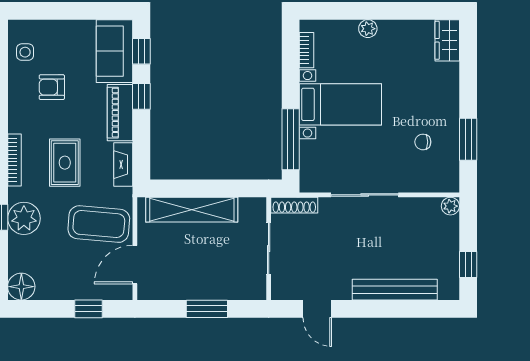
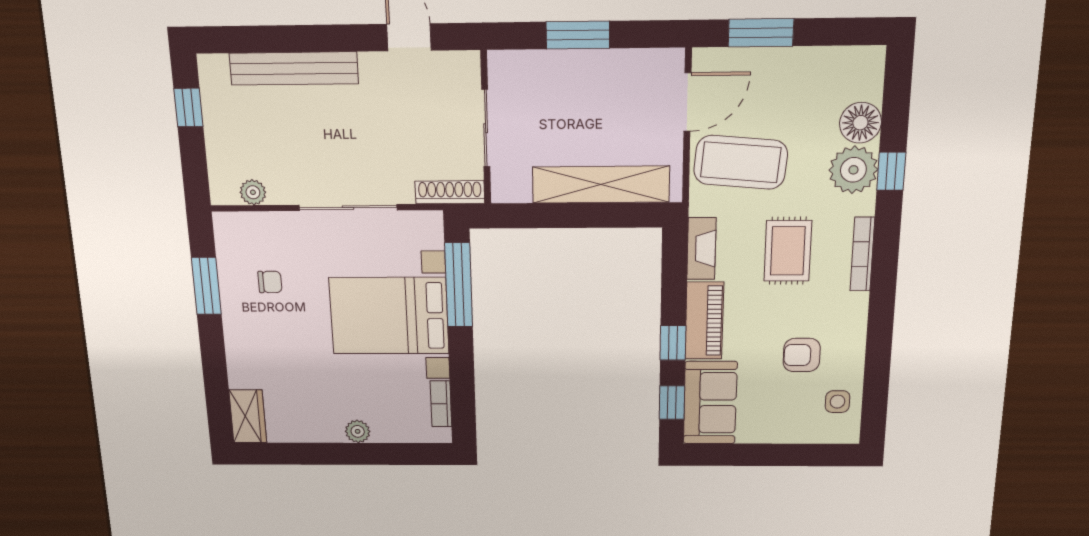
armchair: (52, 87) -> (802, 355), turned 180
bed with nightstands: (340, 104) -> (389, 316), width x1.36
plant: (450, 206) -> (253, 192), moved
floor lamp: (21, 287) -> (860, 123), moved
window: (89, 309) -> (761, 33), width x1.50

